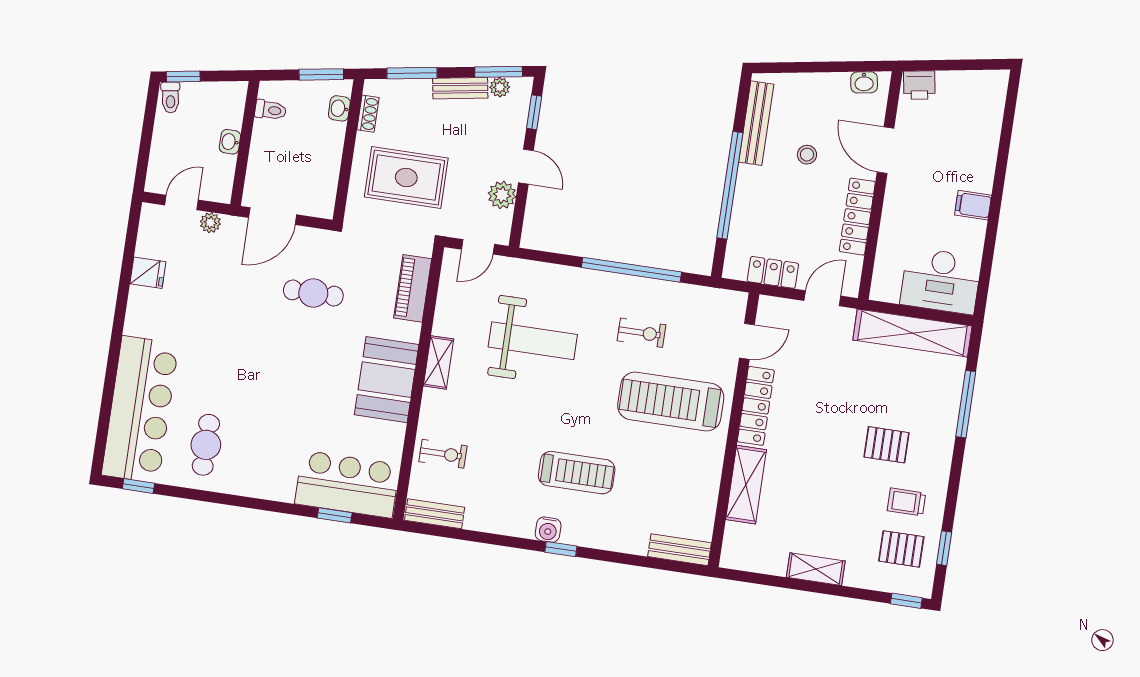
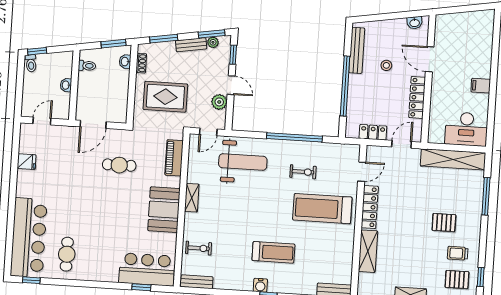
printer: (919, 85) -> (445, 22), removed
plant: (210, 223) -> (59, 131), removed
weight bench: (533, 341) -> (243, 162), moved

